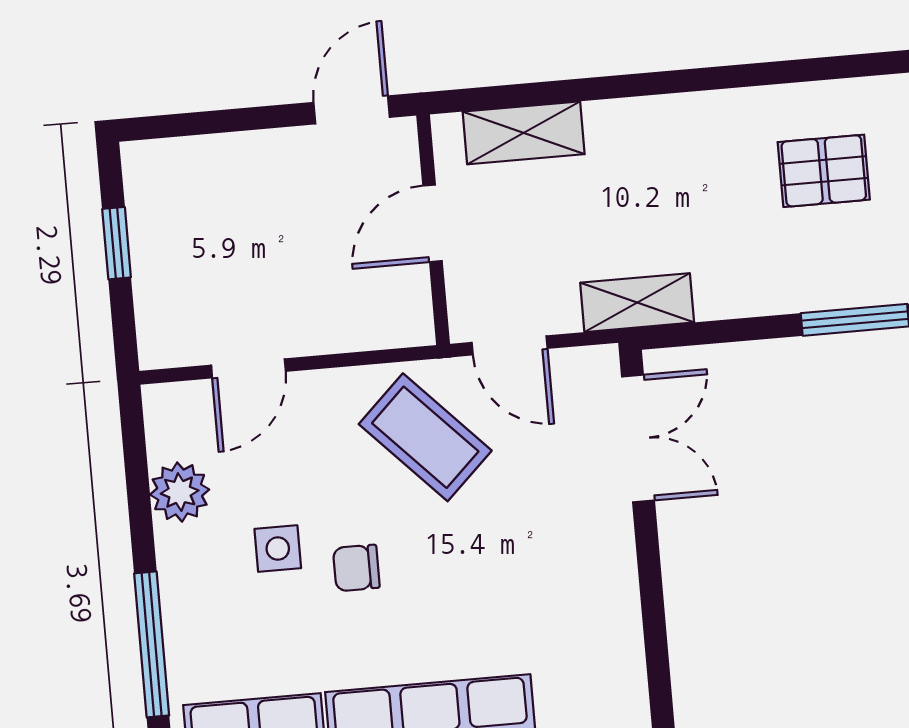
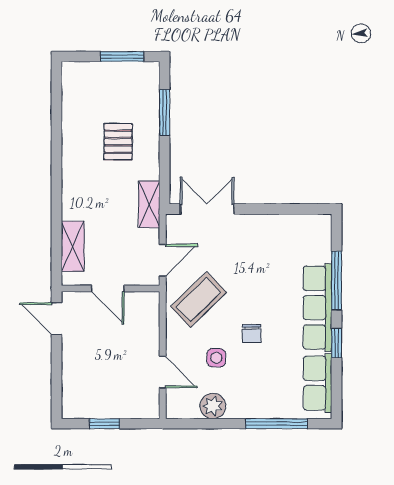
pallet: (824, 171) -> (118, 142), moved
side table: (278, 549) -> (216, 358), moved

